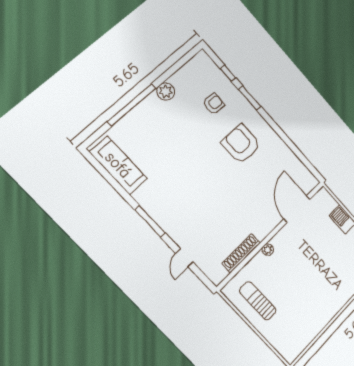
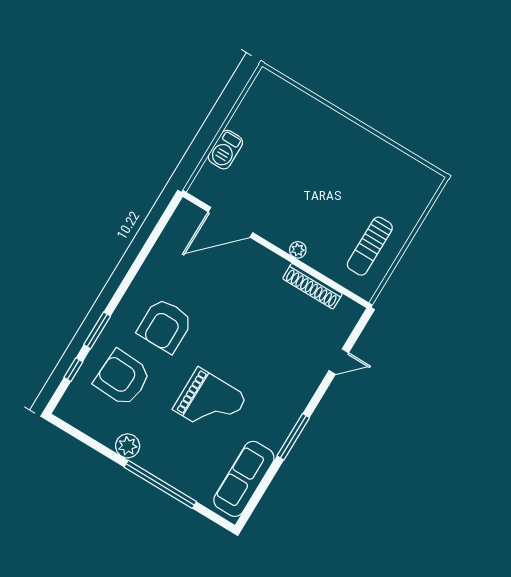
armchair: (214, 104) -> (122, 378), width x1.88, depth x1.88
grand piano: (180, 158) -> (210, 403), added
window: (150, 221) -> (293, 437), moved

